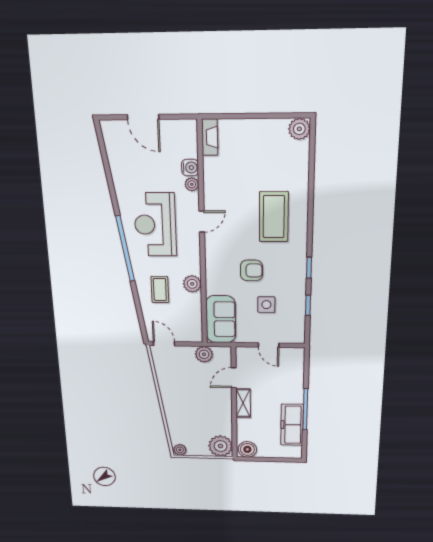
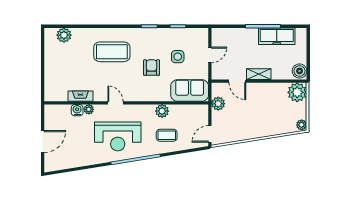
plant: (299, 129) -> (64, 35), moved
fireplace: (210, 137) -> (80, 96), moved

